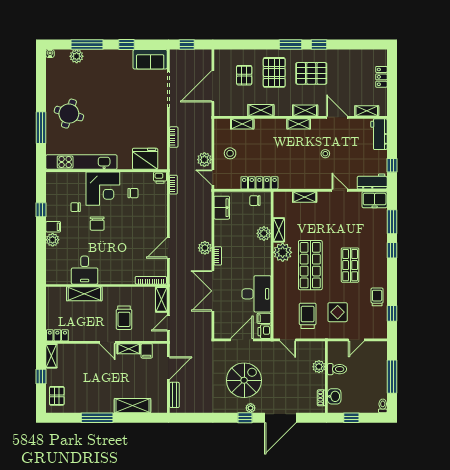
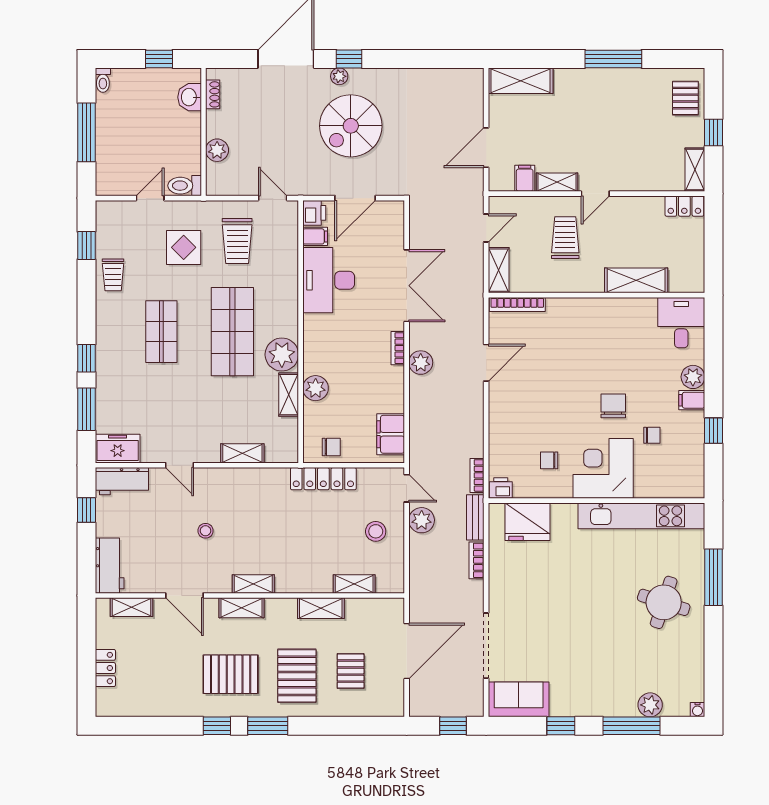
desk: (85, 270) -> (681, 323), moved
door: (107, 342) -> (595, 194), swing flipped
toilet: (337, 369) -> (185, 186), moved
bench: (174, 395) -> (475, 517), moved
shelving: (132, 406) -> (521, 81), moved

